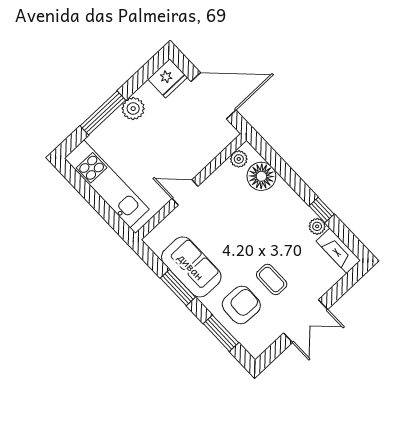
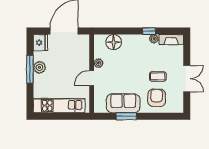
window: (103, 113) -> (30, 69), moved
plant: (239, 159) -> (98, 63), moved
window: (221, 333) -> (160, 116), removed

